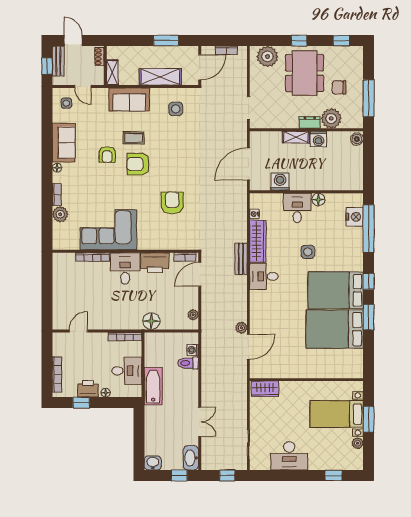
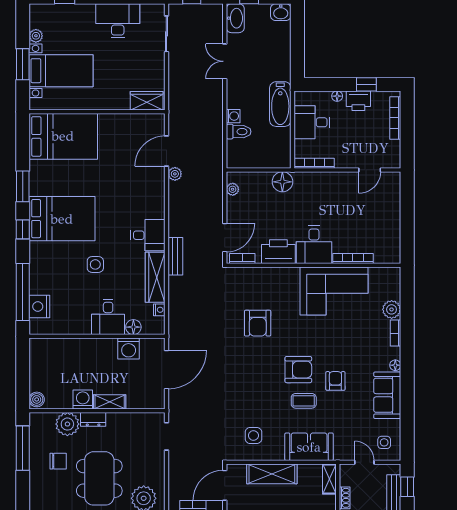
floor lamp: (318, 200) -> (133, 327), moved
bed: (335, 329) -> (63, 136), moved
washing machine: (193, 350) -> (233, 116), moved

